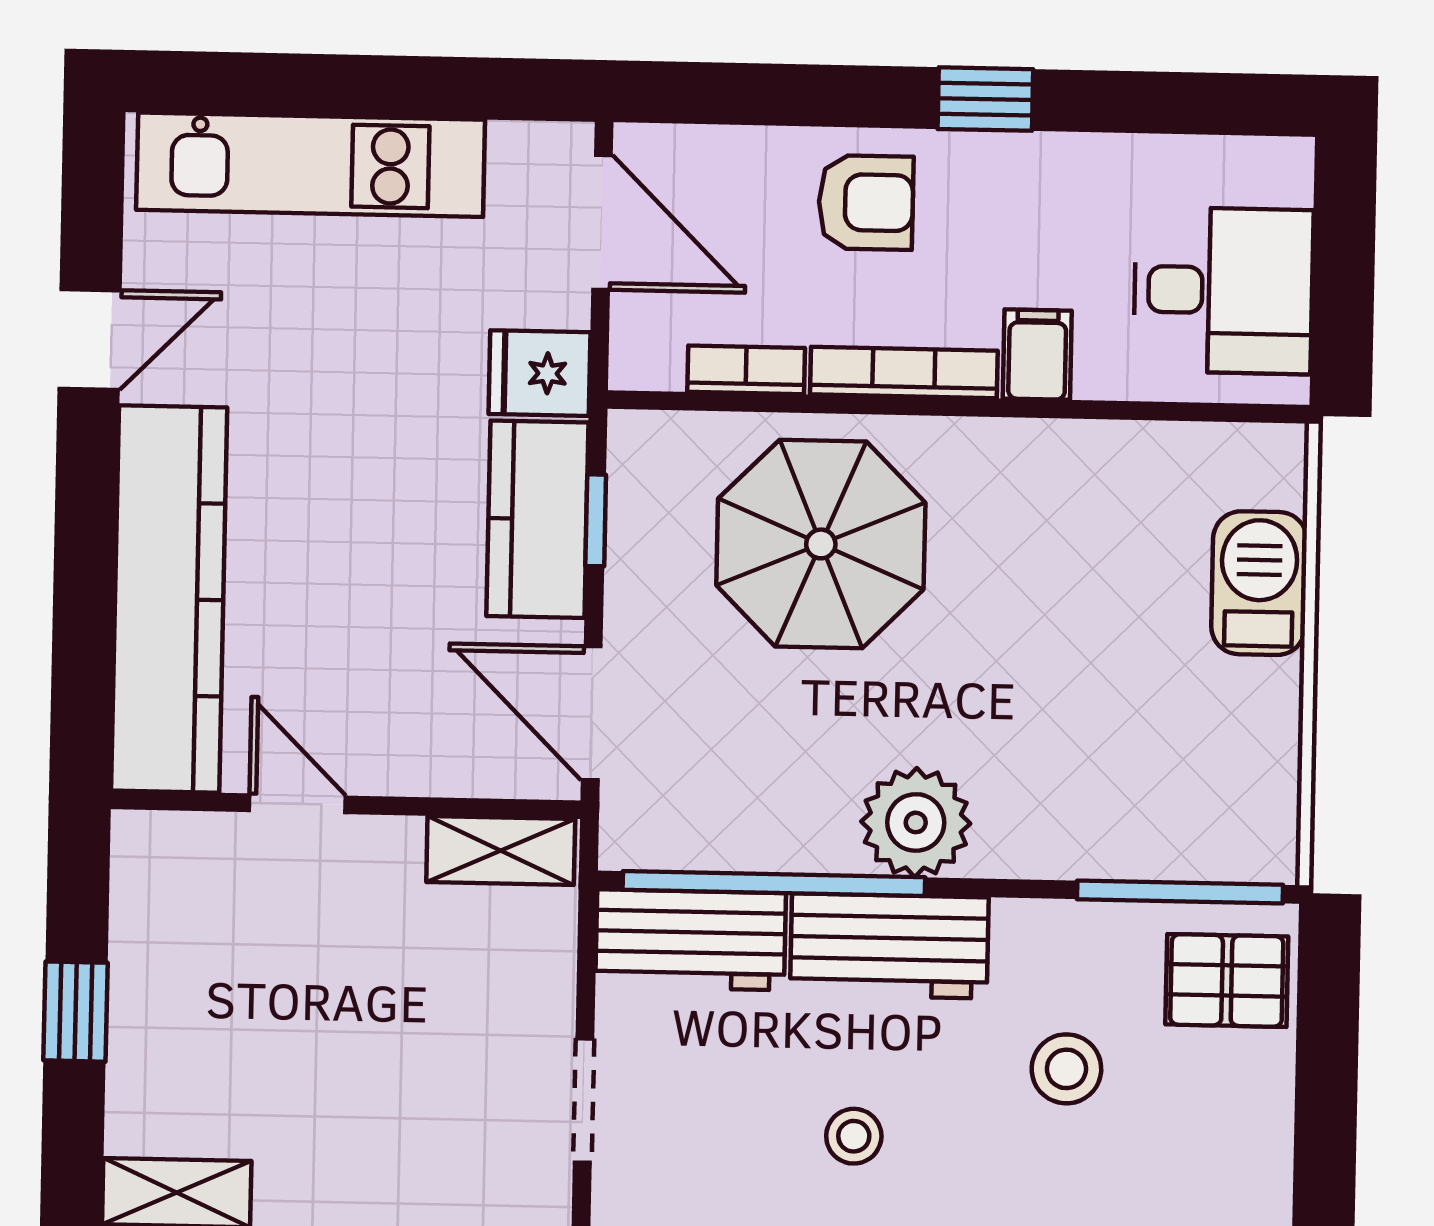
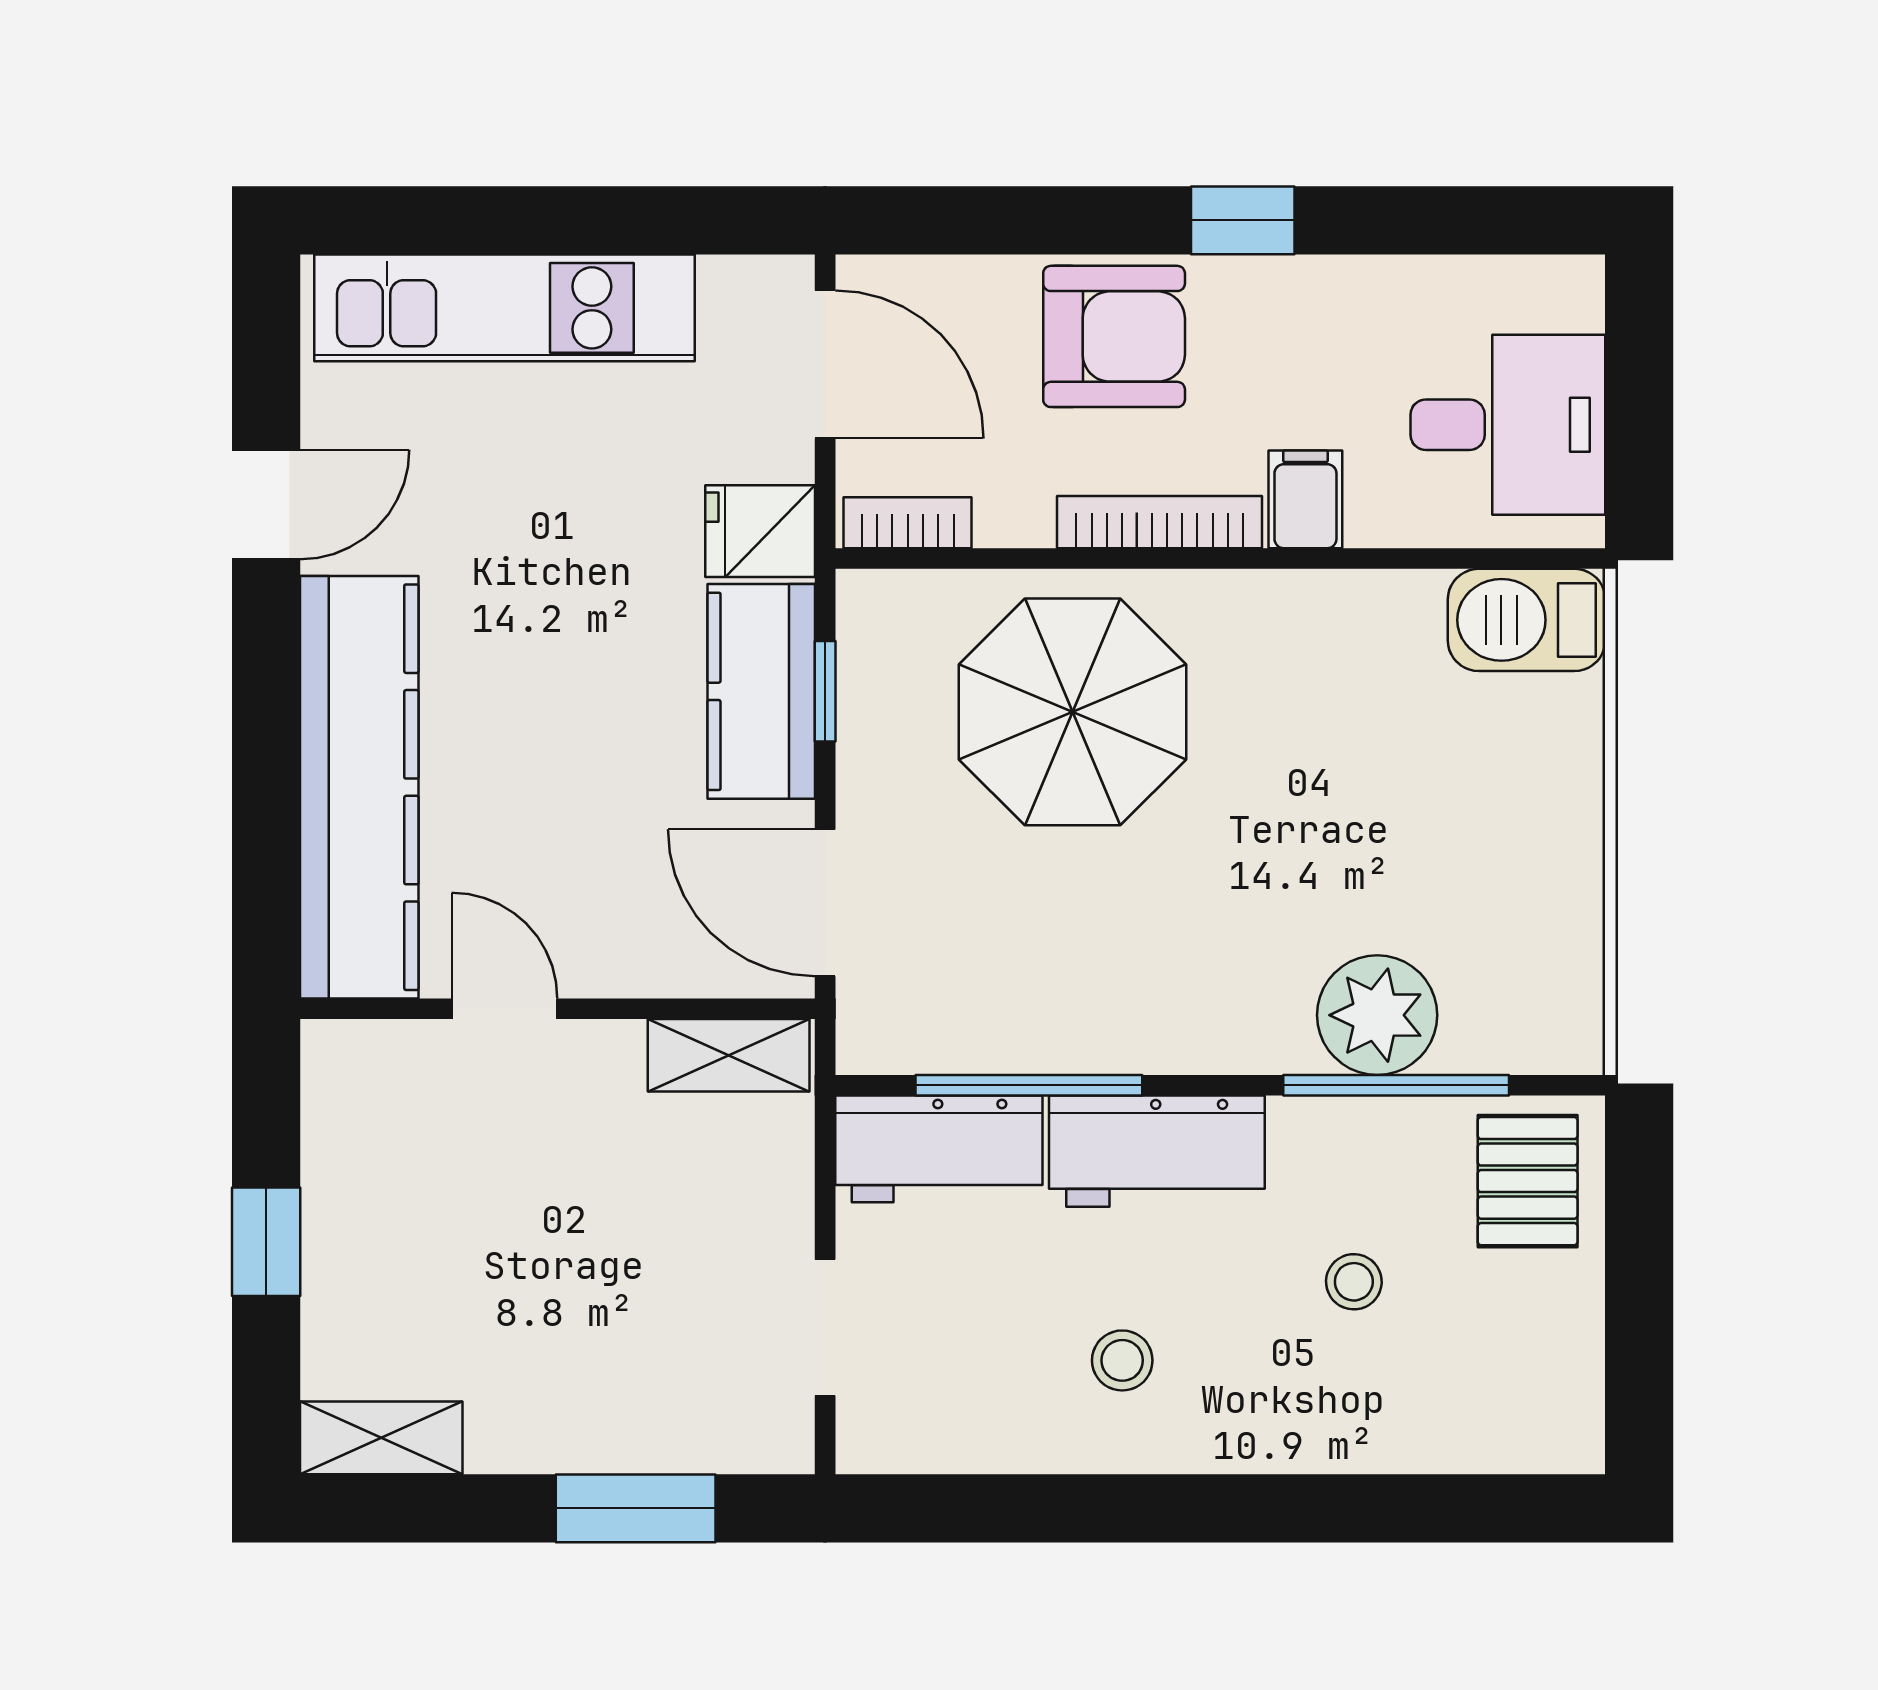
armchair: (866, 202) -> (1114, 336), width x1.38, depth x1.38
bookcase: (746, 370) -> (908, 523), moved
barbecue: (1259, 583) -> (1527, 620), moved, turned -90
plant: (916, 822) -> (1377, 1015), moved
window: (774, 884) -> (1029, 1085), width x0.68
window: (1180, 892) -> (1396, 1085), moved
pallet: (1227, 980) -> (1528, 1181), turned 90
stool: (1066, 1069) -> (1354, 1282), width x0.73, depth x0.73

